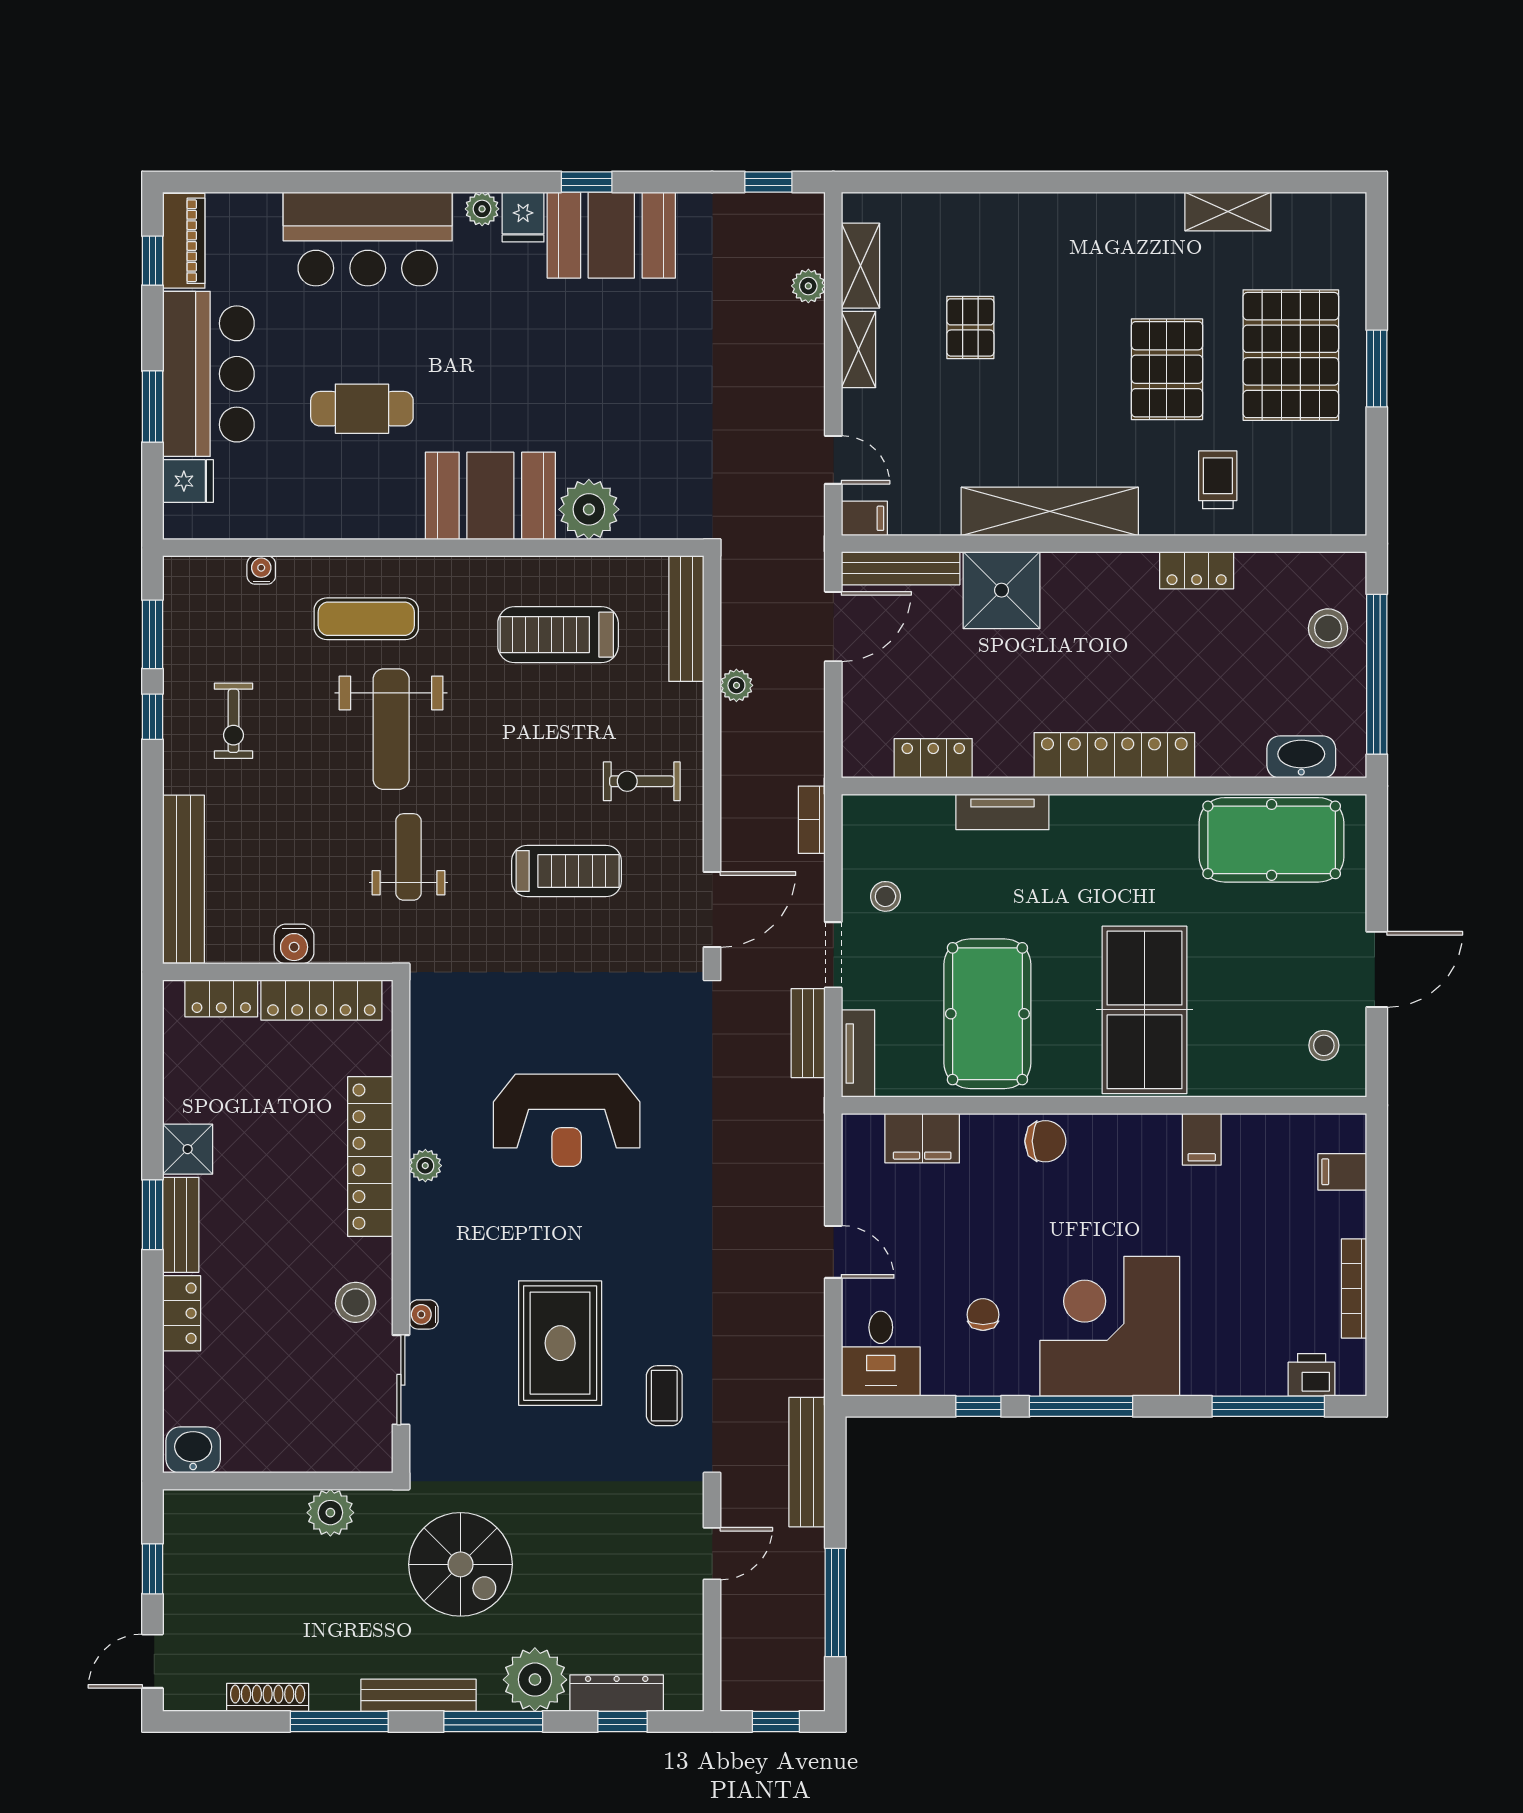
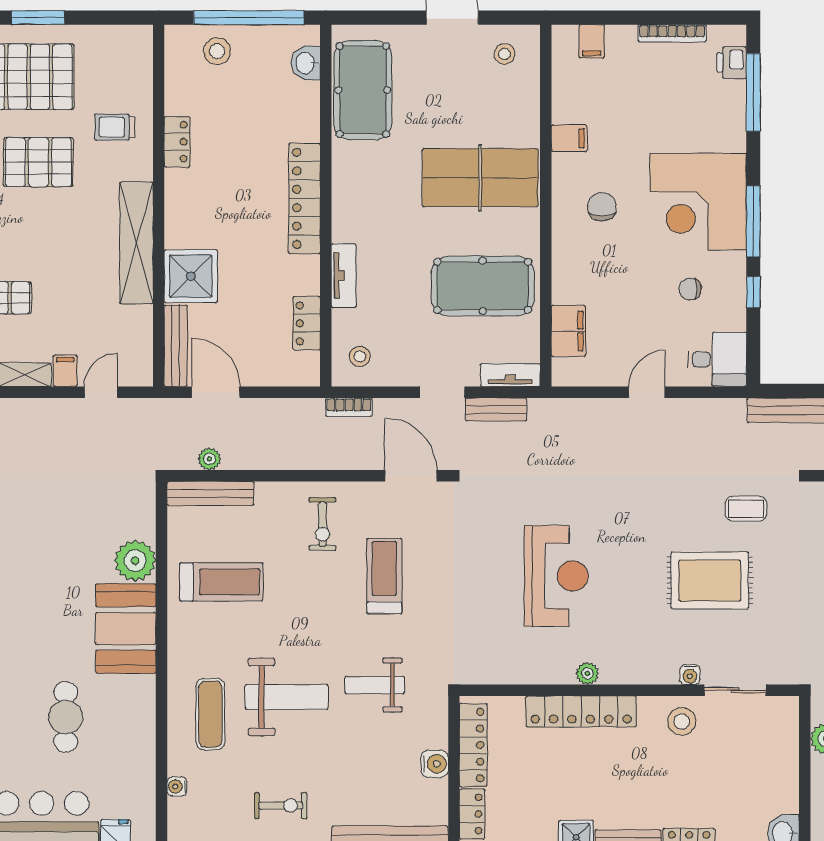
filing cabinet: (864, 518) -> (65, 371), moved
treadmill: (558, 635) -> (221, 582), turned -90
plant: (736, 685) -> (209, 459), moved
washbasin: (1301, 757) -> (306, 63), width x0.72
stool: (885, 896) -> (360, 356), moved
chair: (1045, 1141) -> (602, 207), moved

